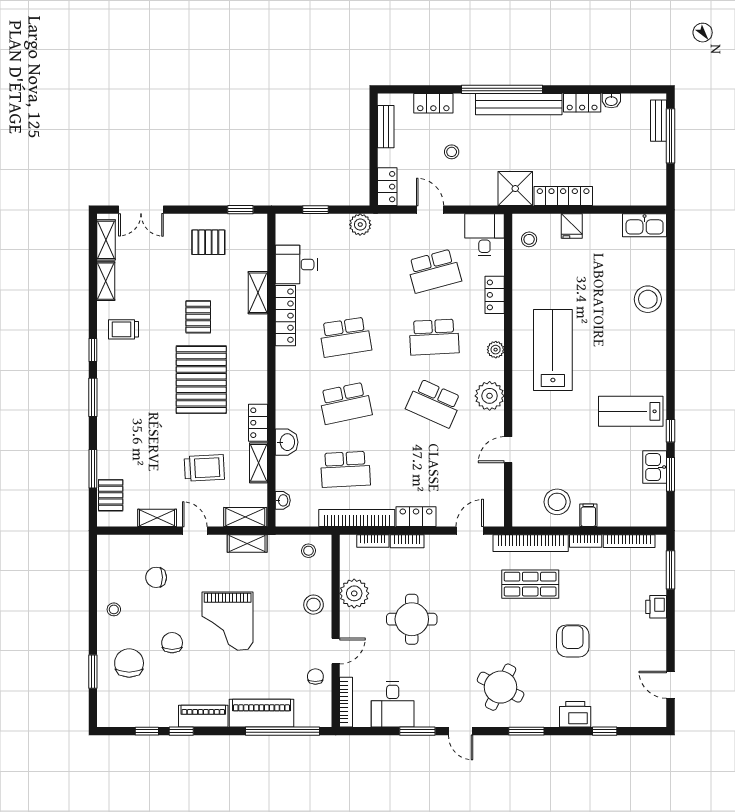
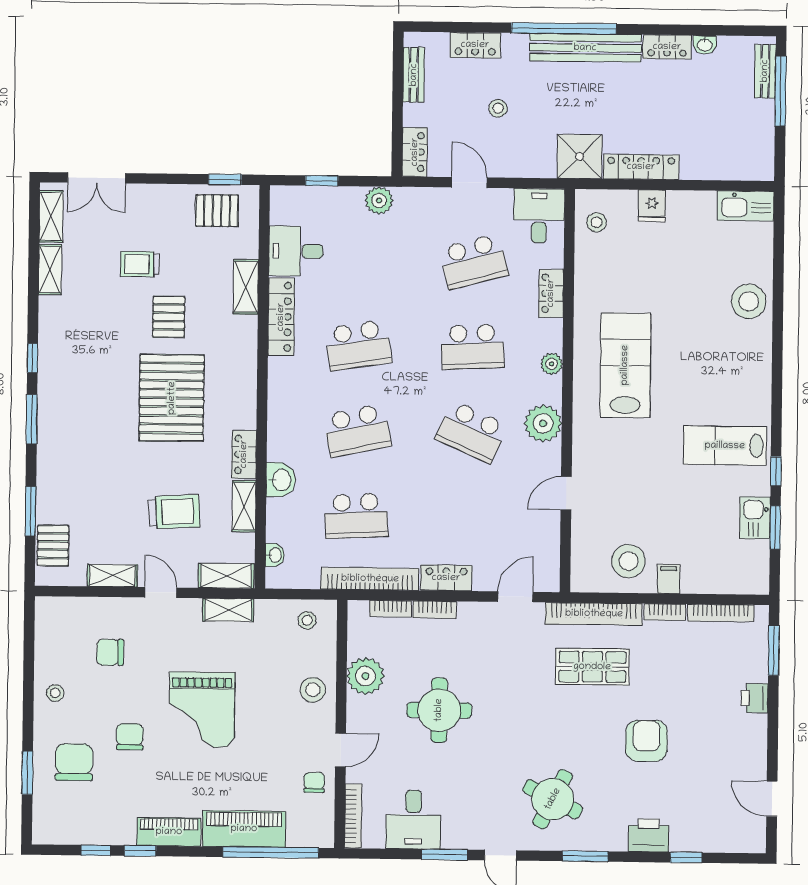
pallet: (208, 242) -> (217, 211), moved
trolley: (124, 329) -> (140, 264), moved

